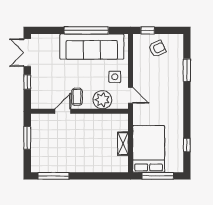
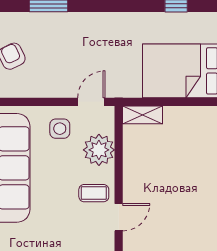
door: (63, 111) -> (119, 217), swing flipped
shelving: (123, 144) -> (143, 115), moved

